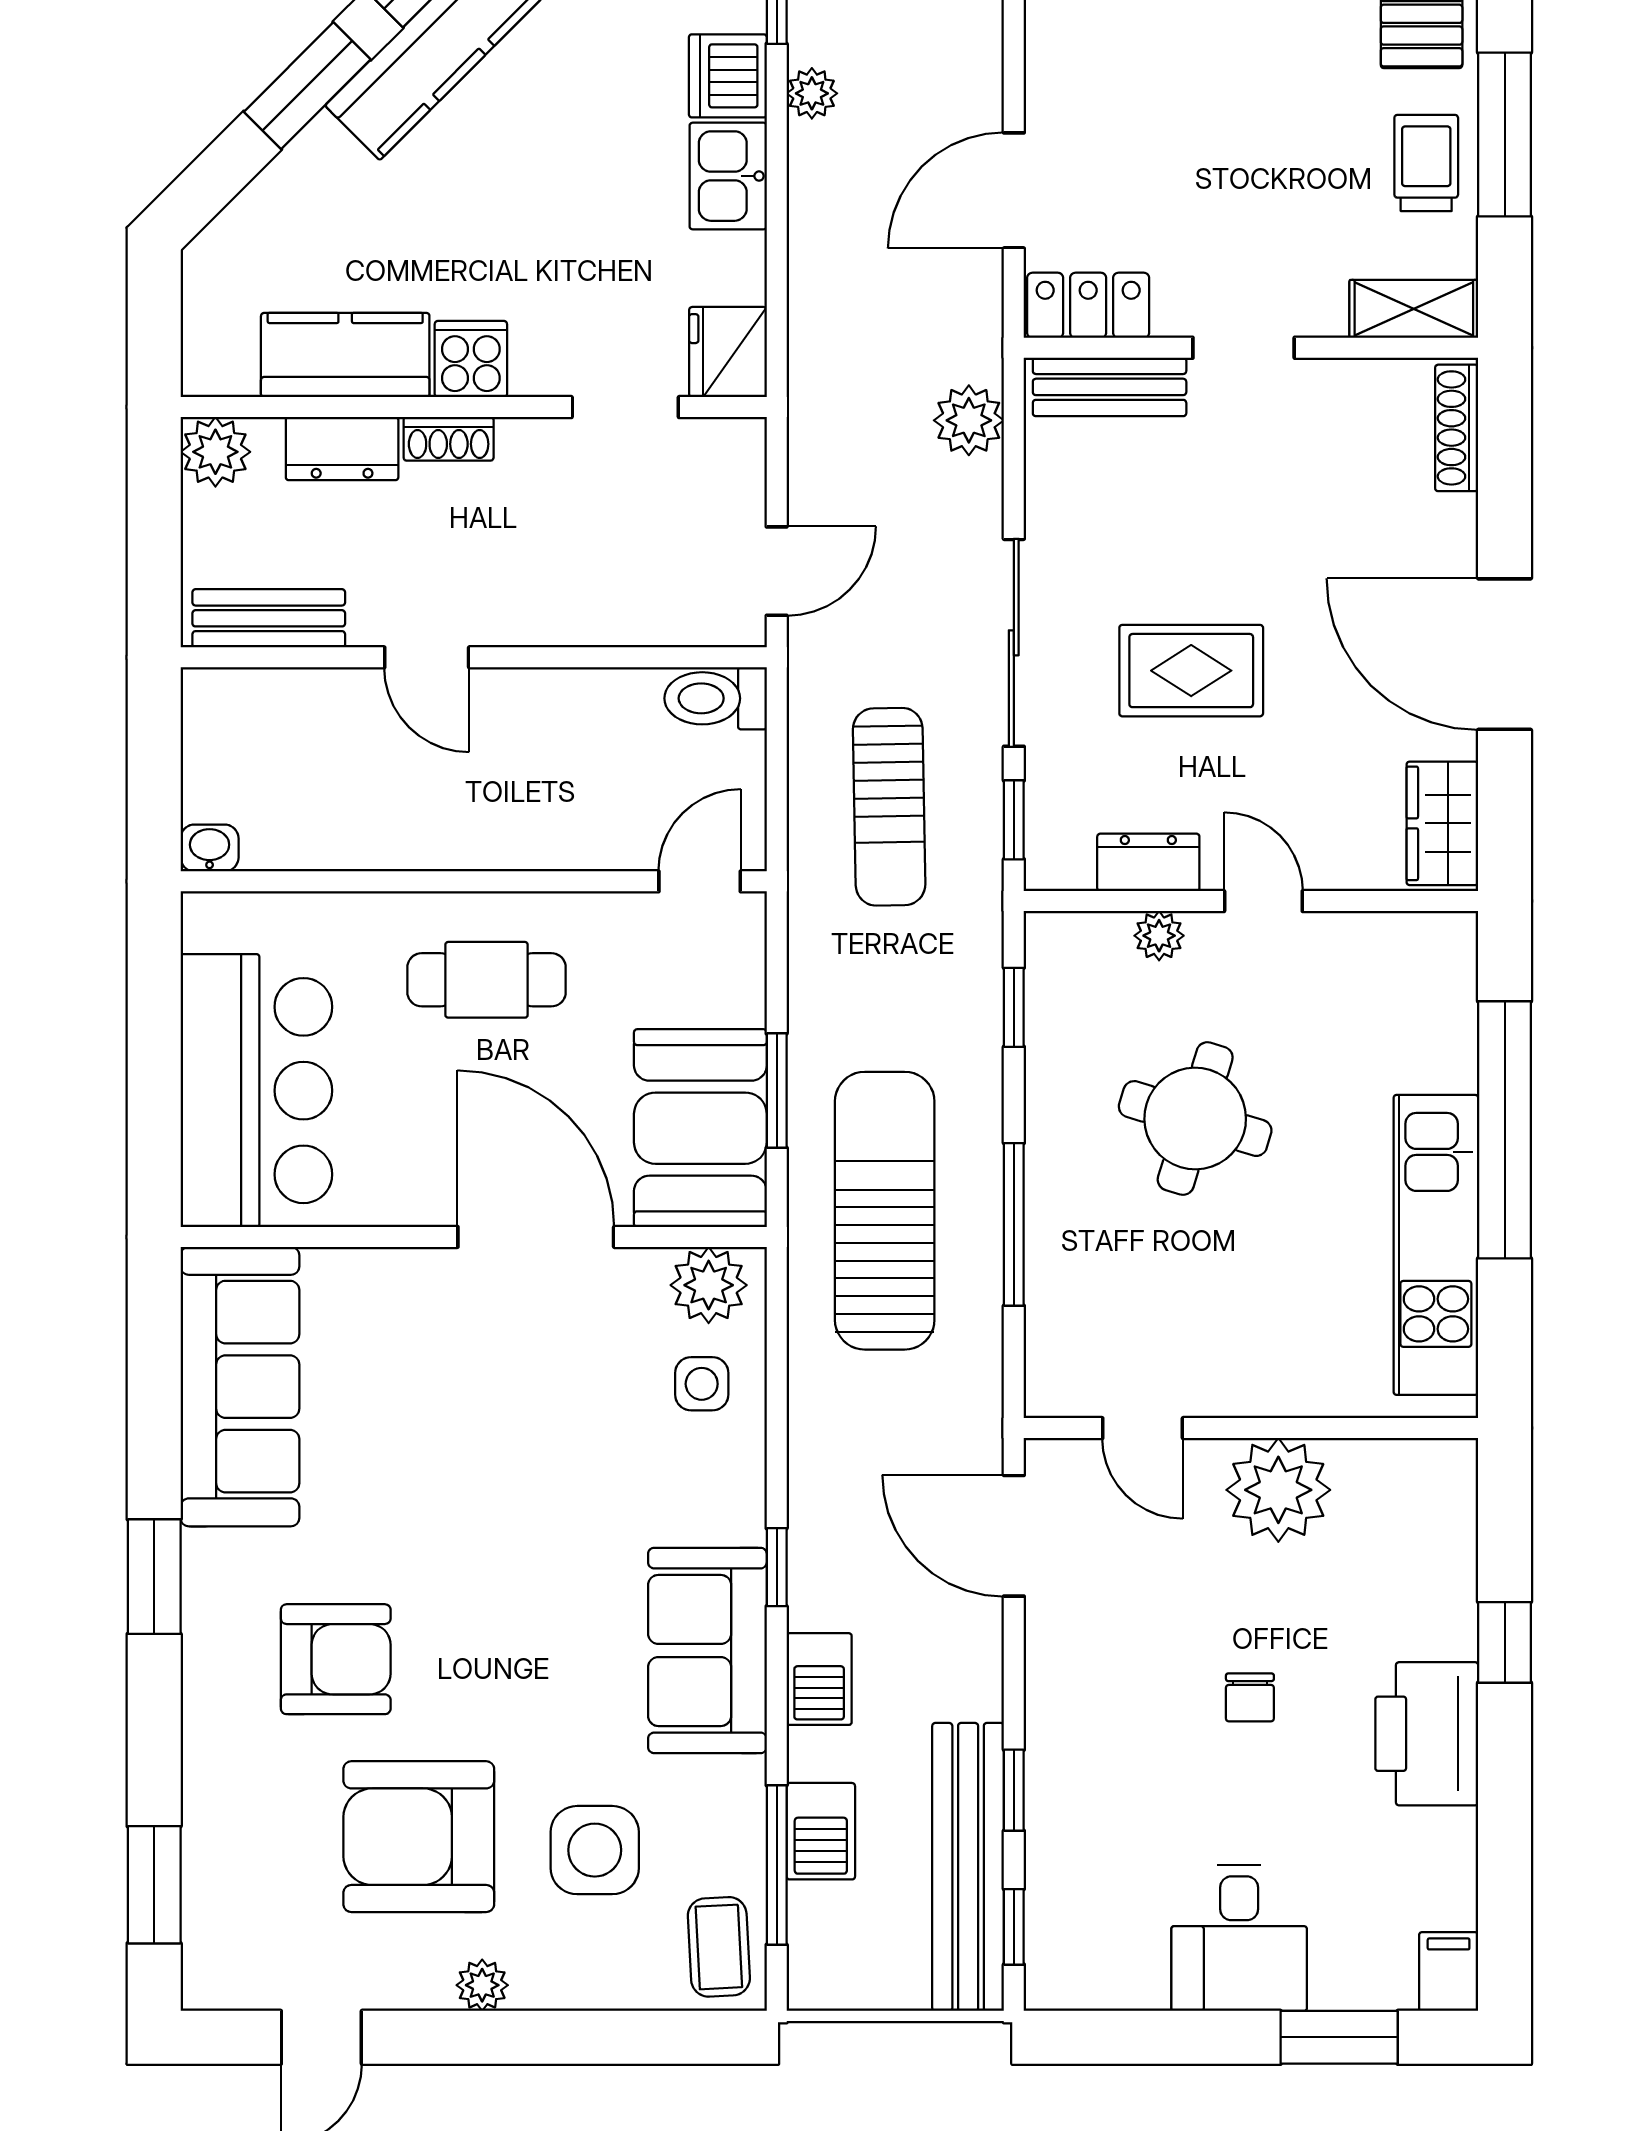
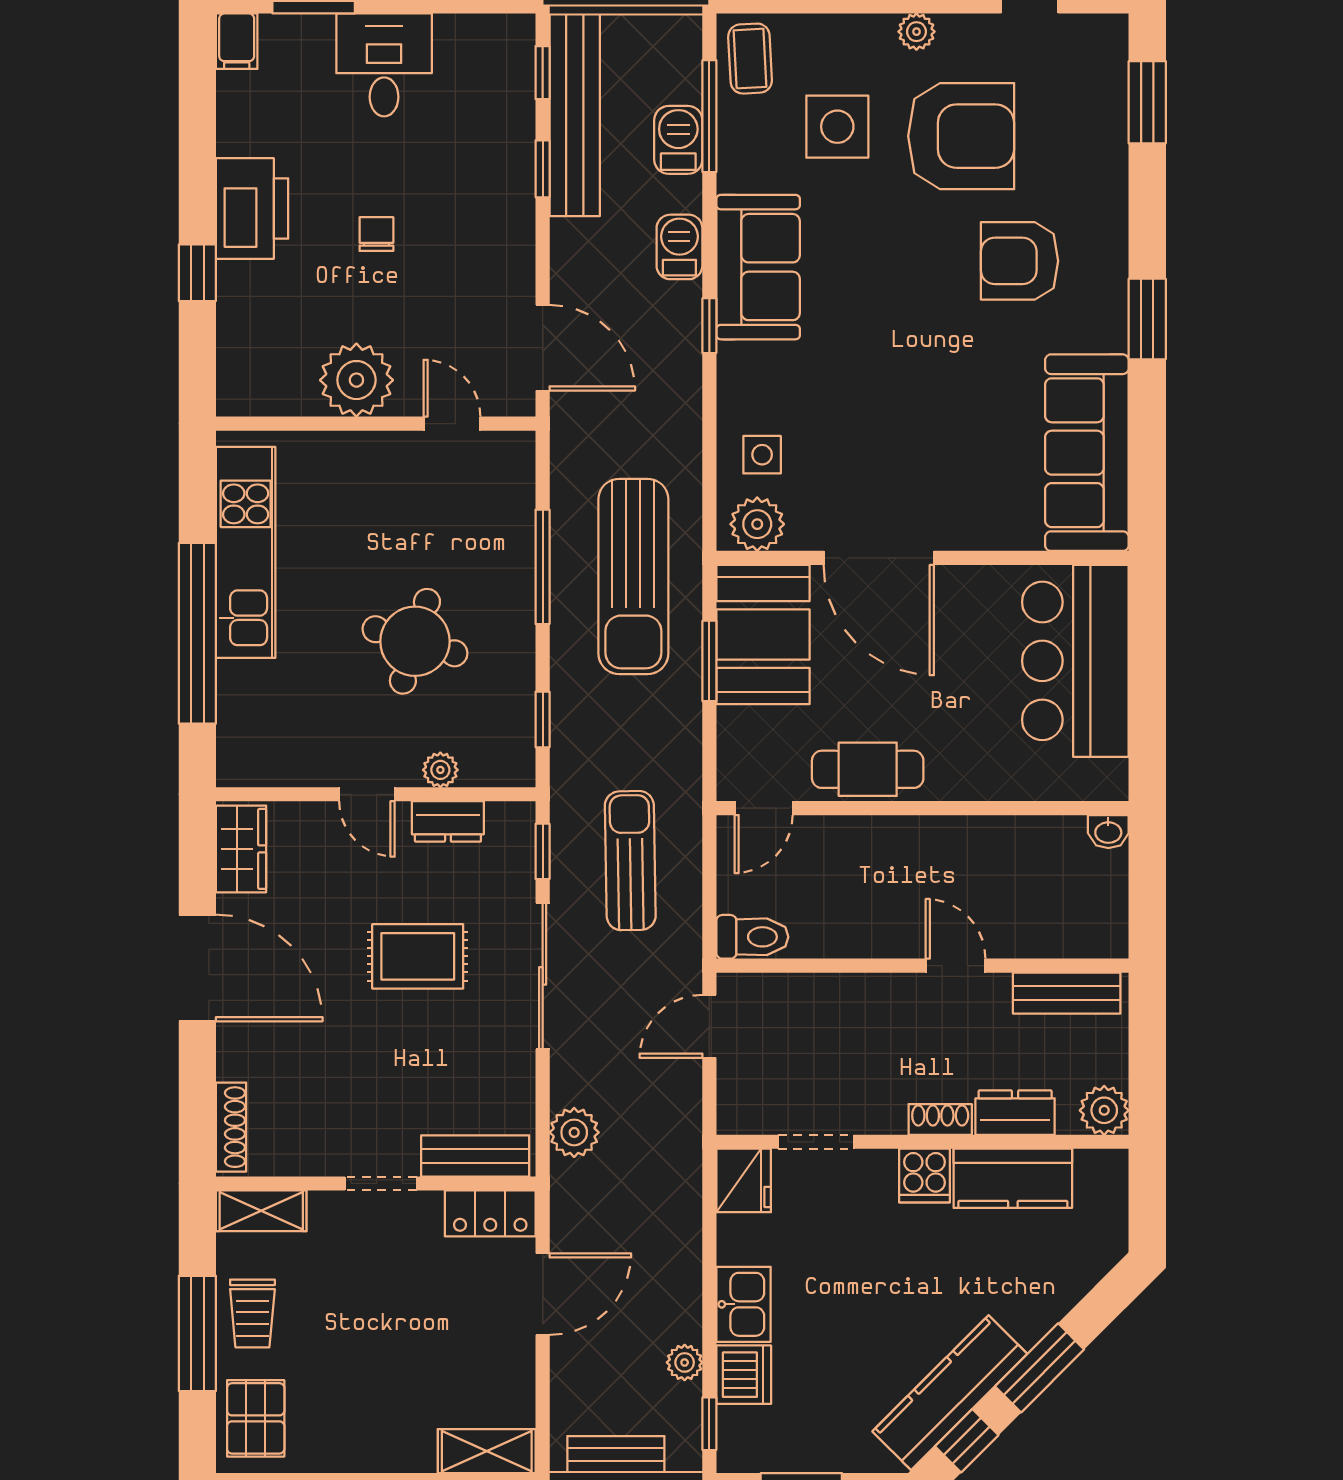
cafe table: (487, 980) -> (868, 769), moved

